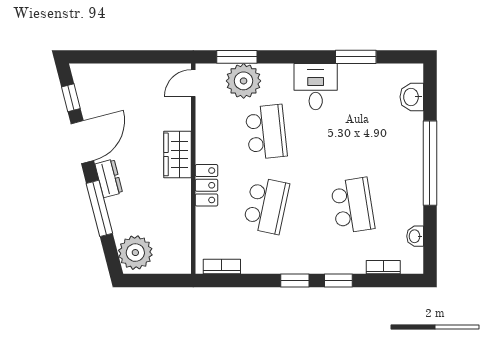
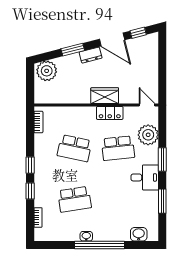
window: (237, 57) -> (162, 159), moved
locker: (207, 185) -> (110, 113), moved
window: (99, 208) -> (73, 50), width x0.69
washbasin: (415, 236) -> (86, 236), moved

